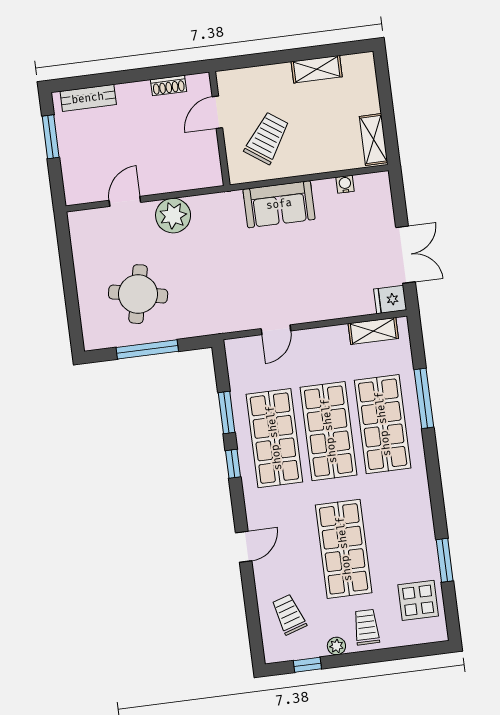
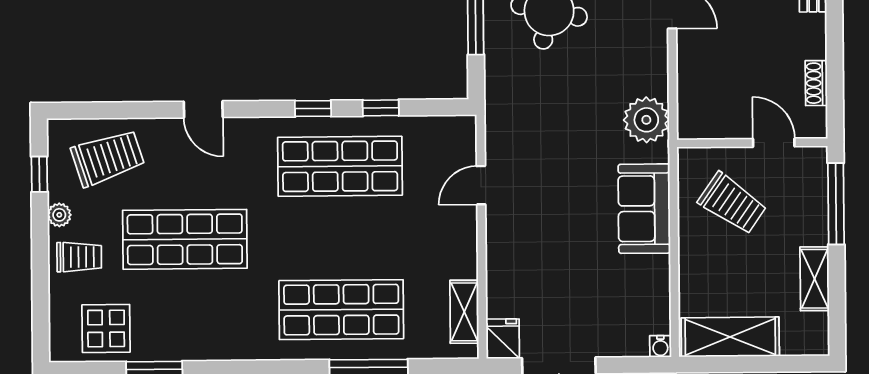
window: (258, 60) -> (836, 204), added
shelving: (374, 140) -> (730, 337), width x1.50, depth x1.33
water cooler: (345, 184) -> (660, 346), moved, turned 90
plant: (173, 216) -> (646, 120), moved
door: (276, 330) -> (481, 185), hinge flipped
window: (227, 413) -> (381, 108), width x0.67
shop shelf: (329, 431) -> (341, 238), removed
trolley: (289, 615) -> (108, 158), width x1.36, depth x1.39

